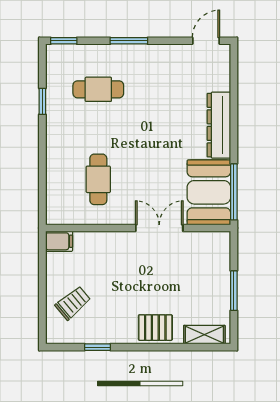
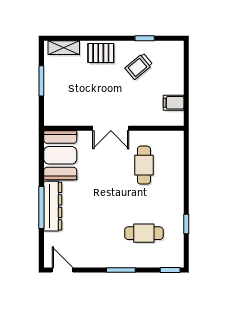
door: (206, 41) -> (62, 270), swing flipped
window: (234, 192) -> (41, 208), moved
double door: (159, 228) -> (111, 128), moved
filing cabinet: (59, 241) -> (174, 103), moved
trolley: (73, 303) -> (139, 66), moved

